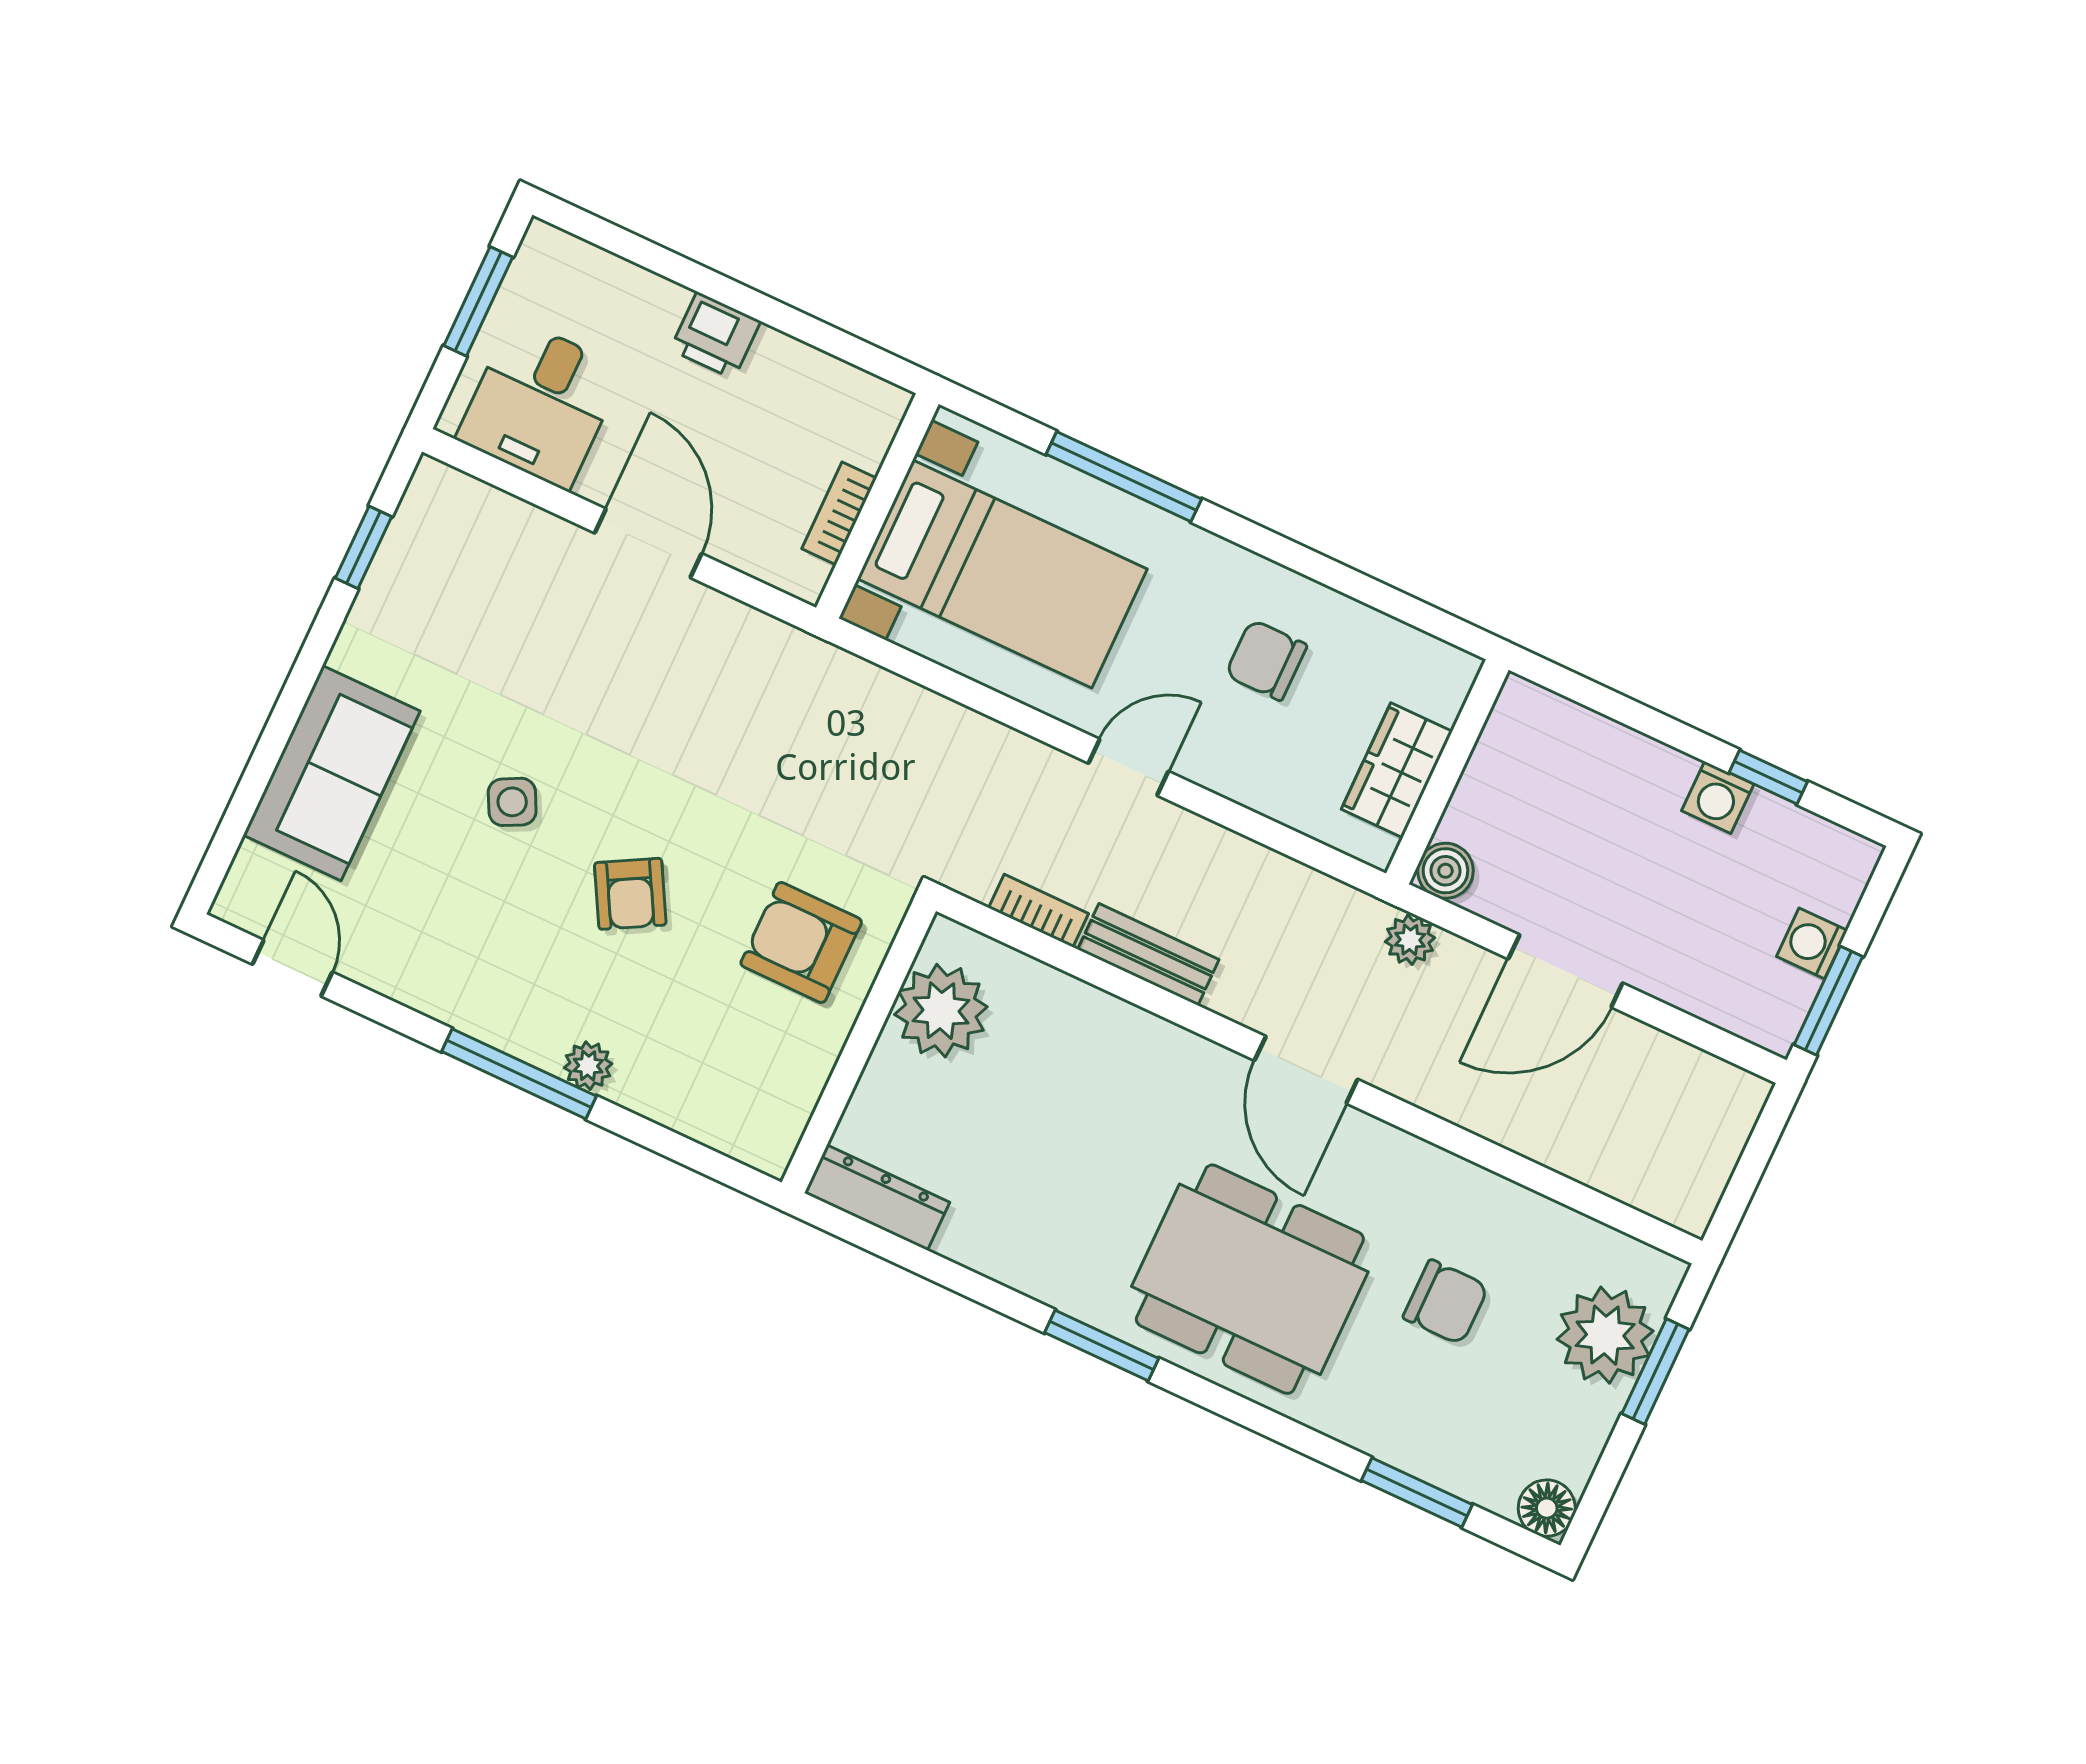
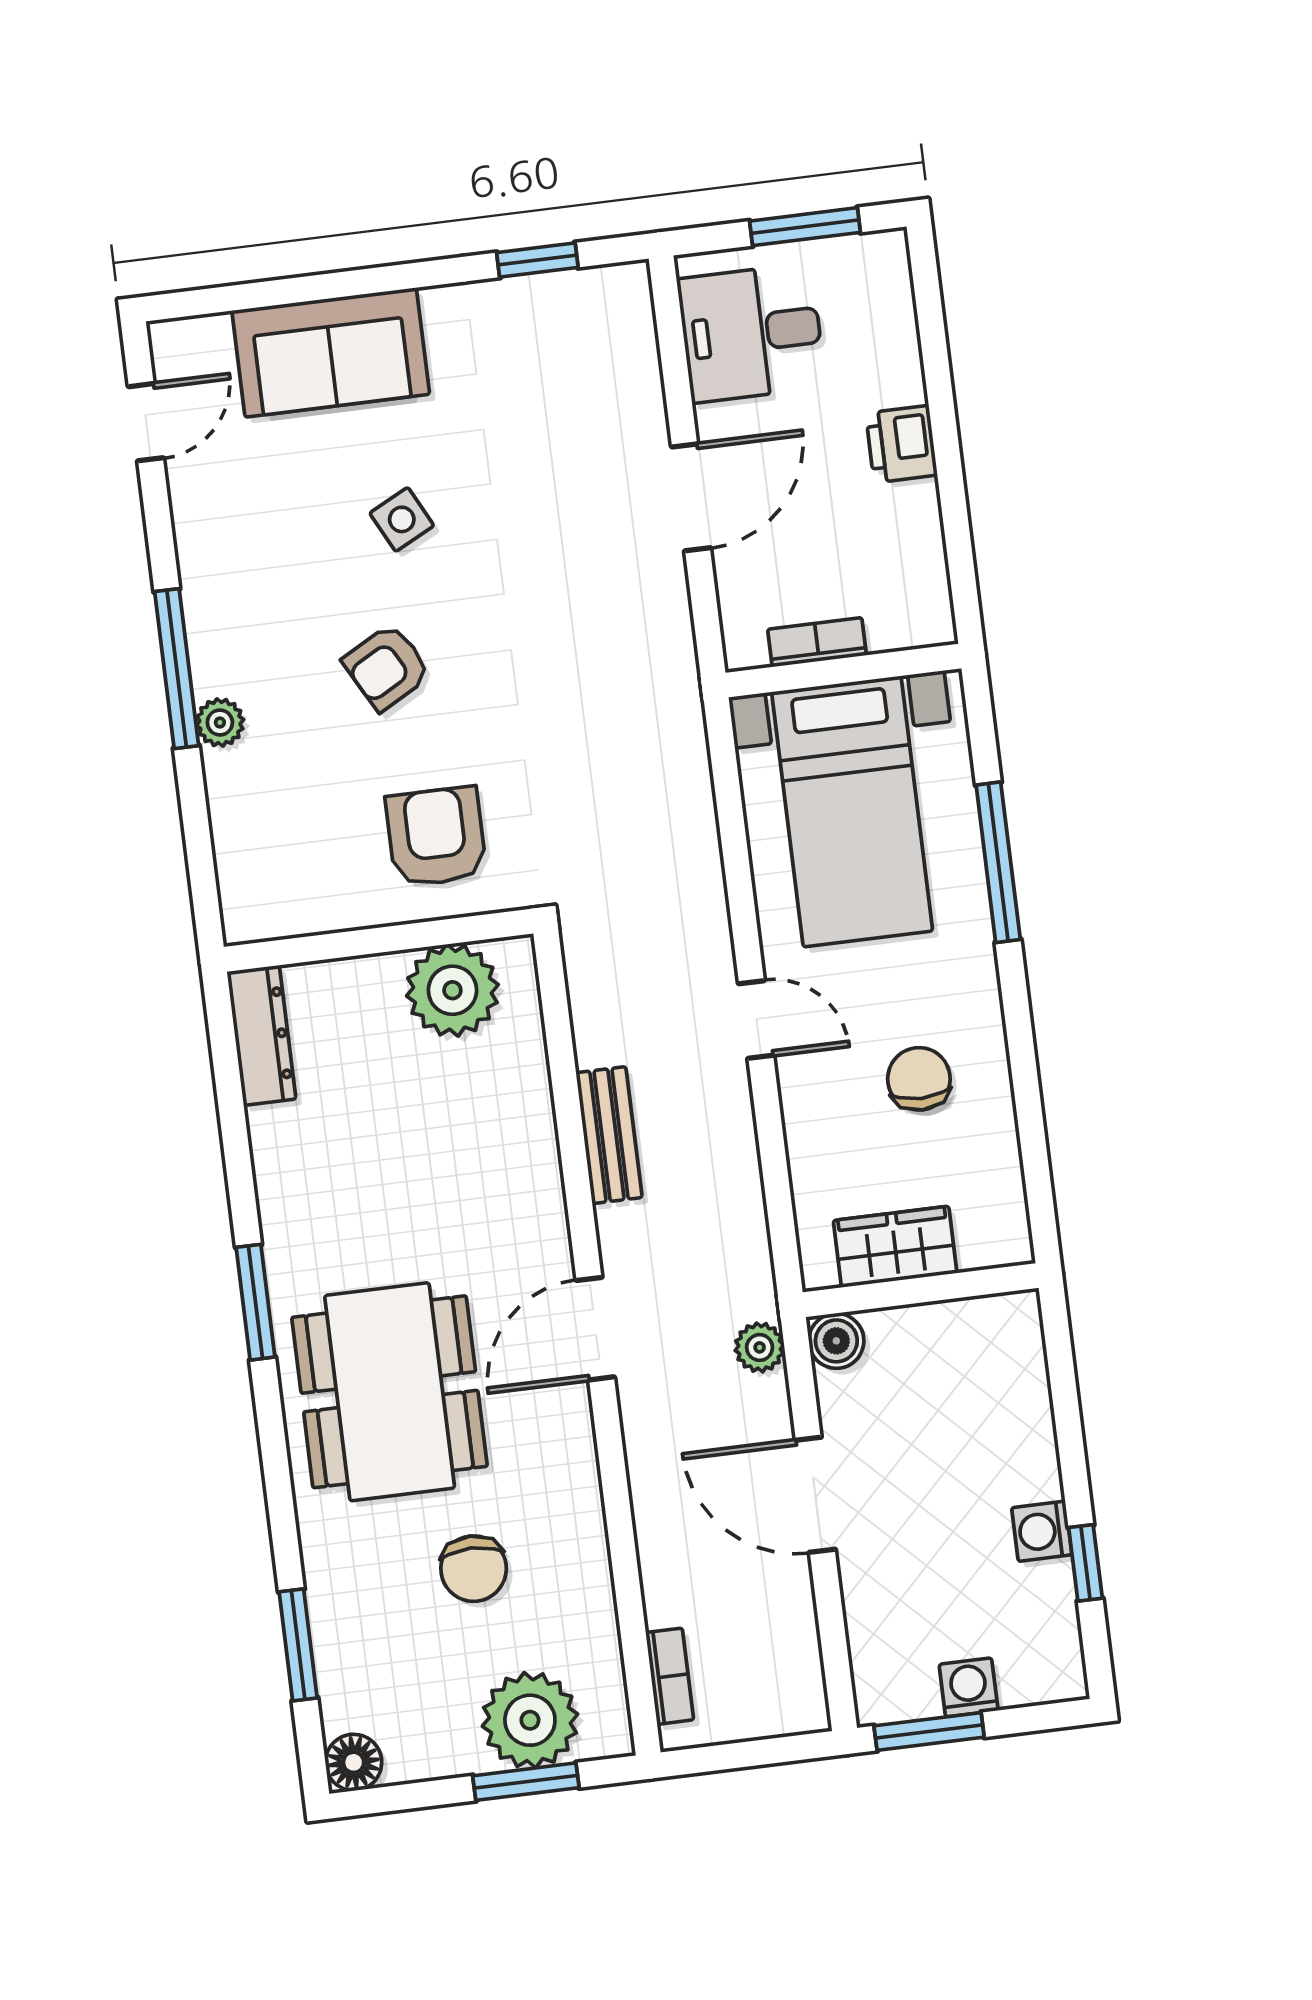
bookcase: (1038, 911) -> (670, 1676), moved

